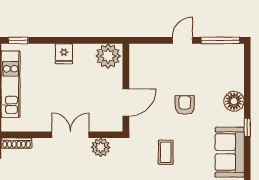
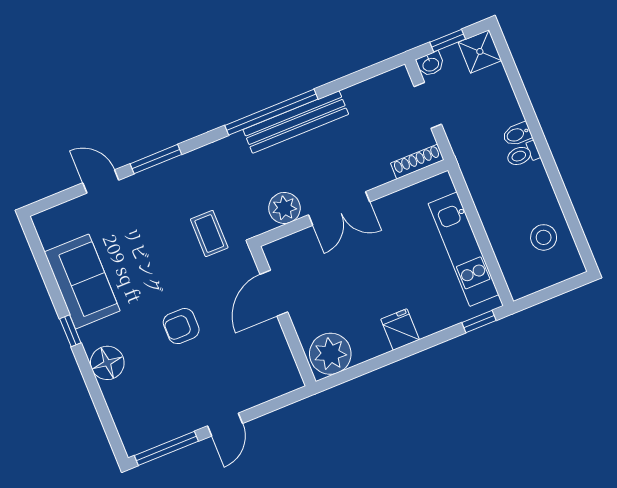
armchair: (185, 105) -> (181, 326), turned 90
coffee table: (166, 152) -> (209, 234), moved

